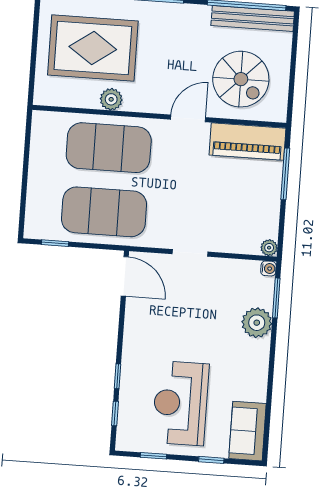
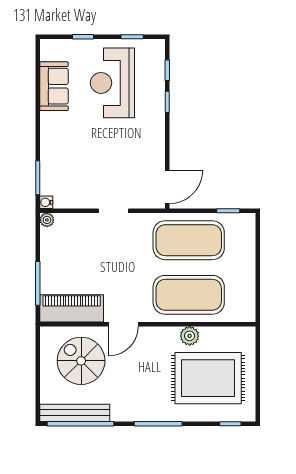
door: (125, 276) -> (167, 187), swing flipped
plant: (257, 323) -> (53, 156), removed
reception desk: (180, 403) -> (112, 83), turned 180
sofa: (248, 431) -> (54, 86), moved

